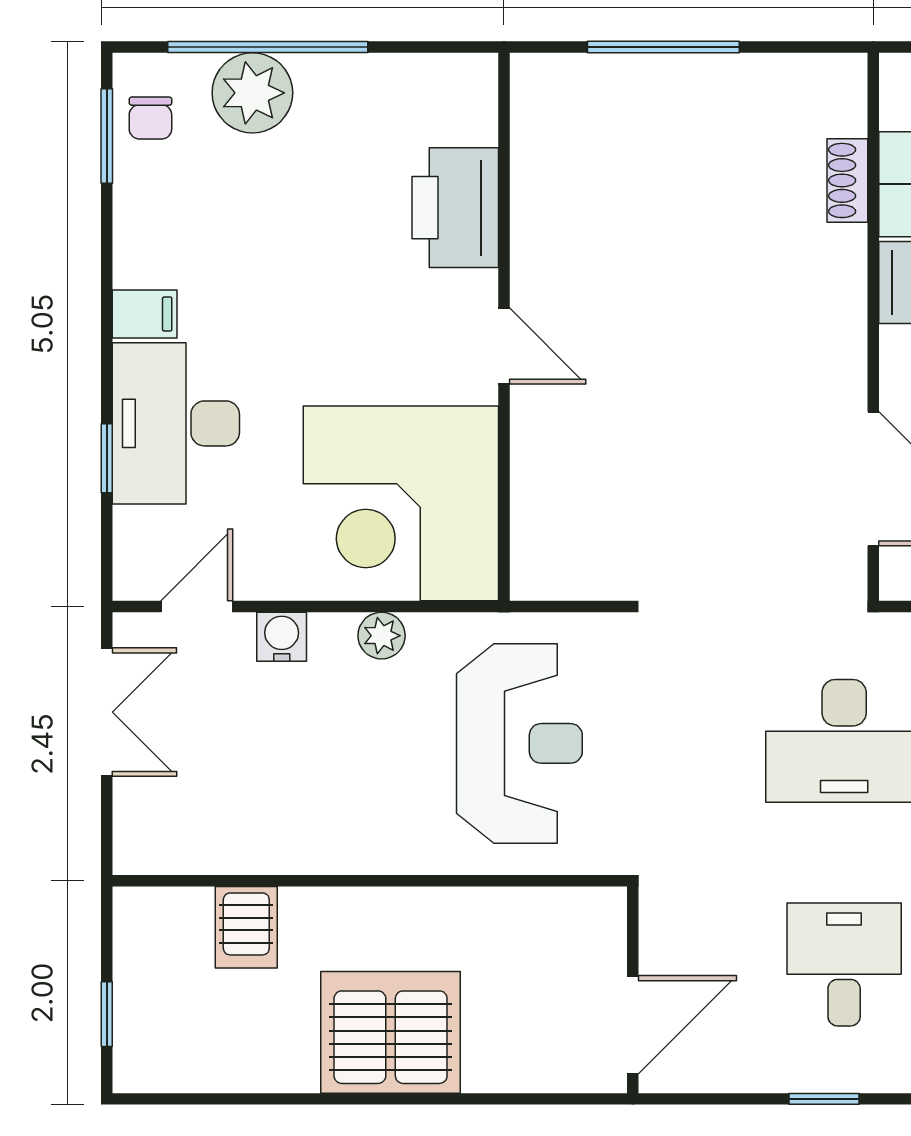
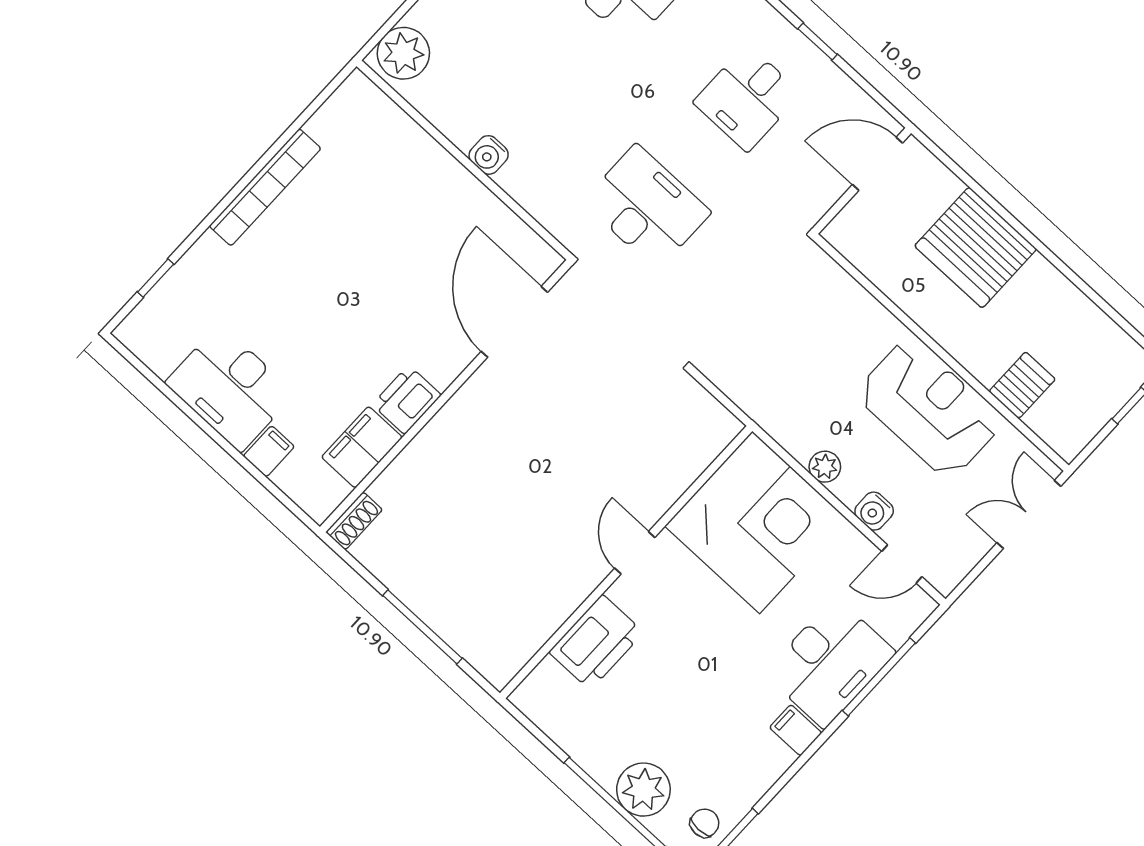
shoe rack: (847, 180) -> (354, 521), moved
window: (107, 458) -> (879, 677), width x2.17
double door: (107, 712) -> (1029, 514), moved
reception desk: (519, 743) -> (929, 408), moved, turned 90
server rack: (391, 1032) -> (976, 247), moved

